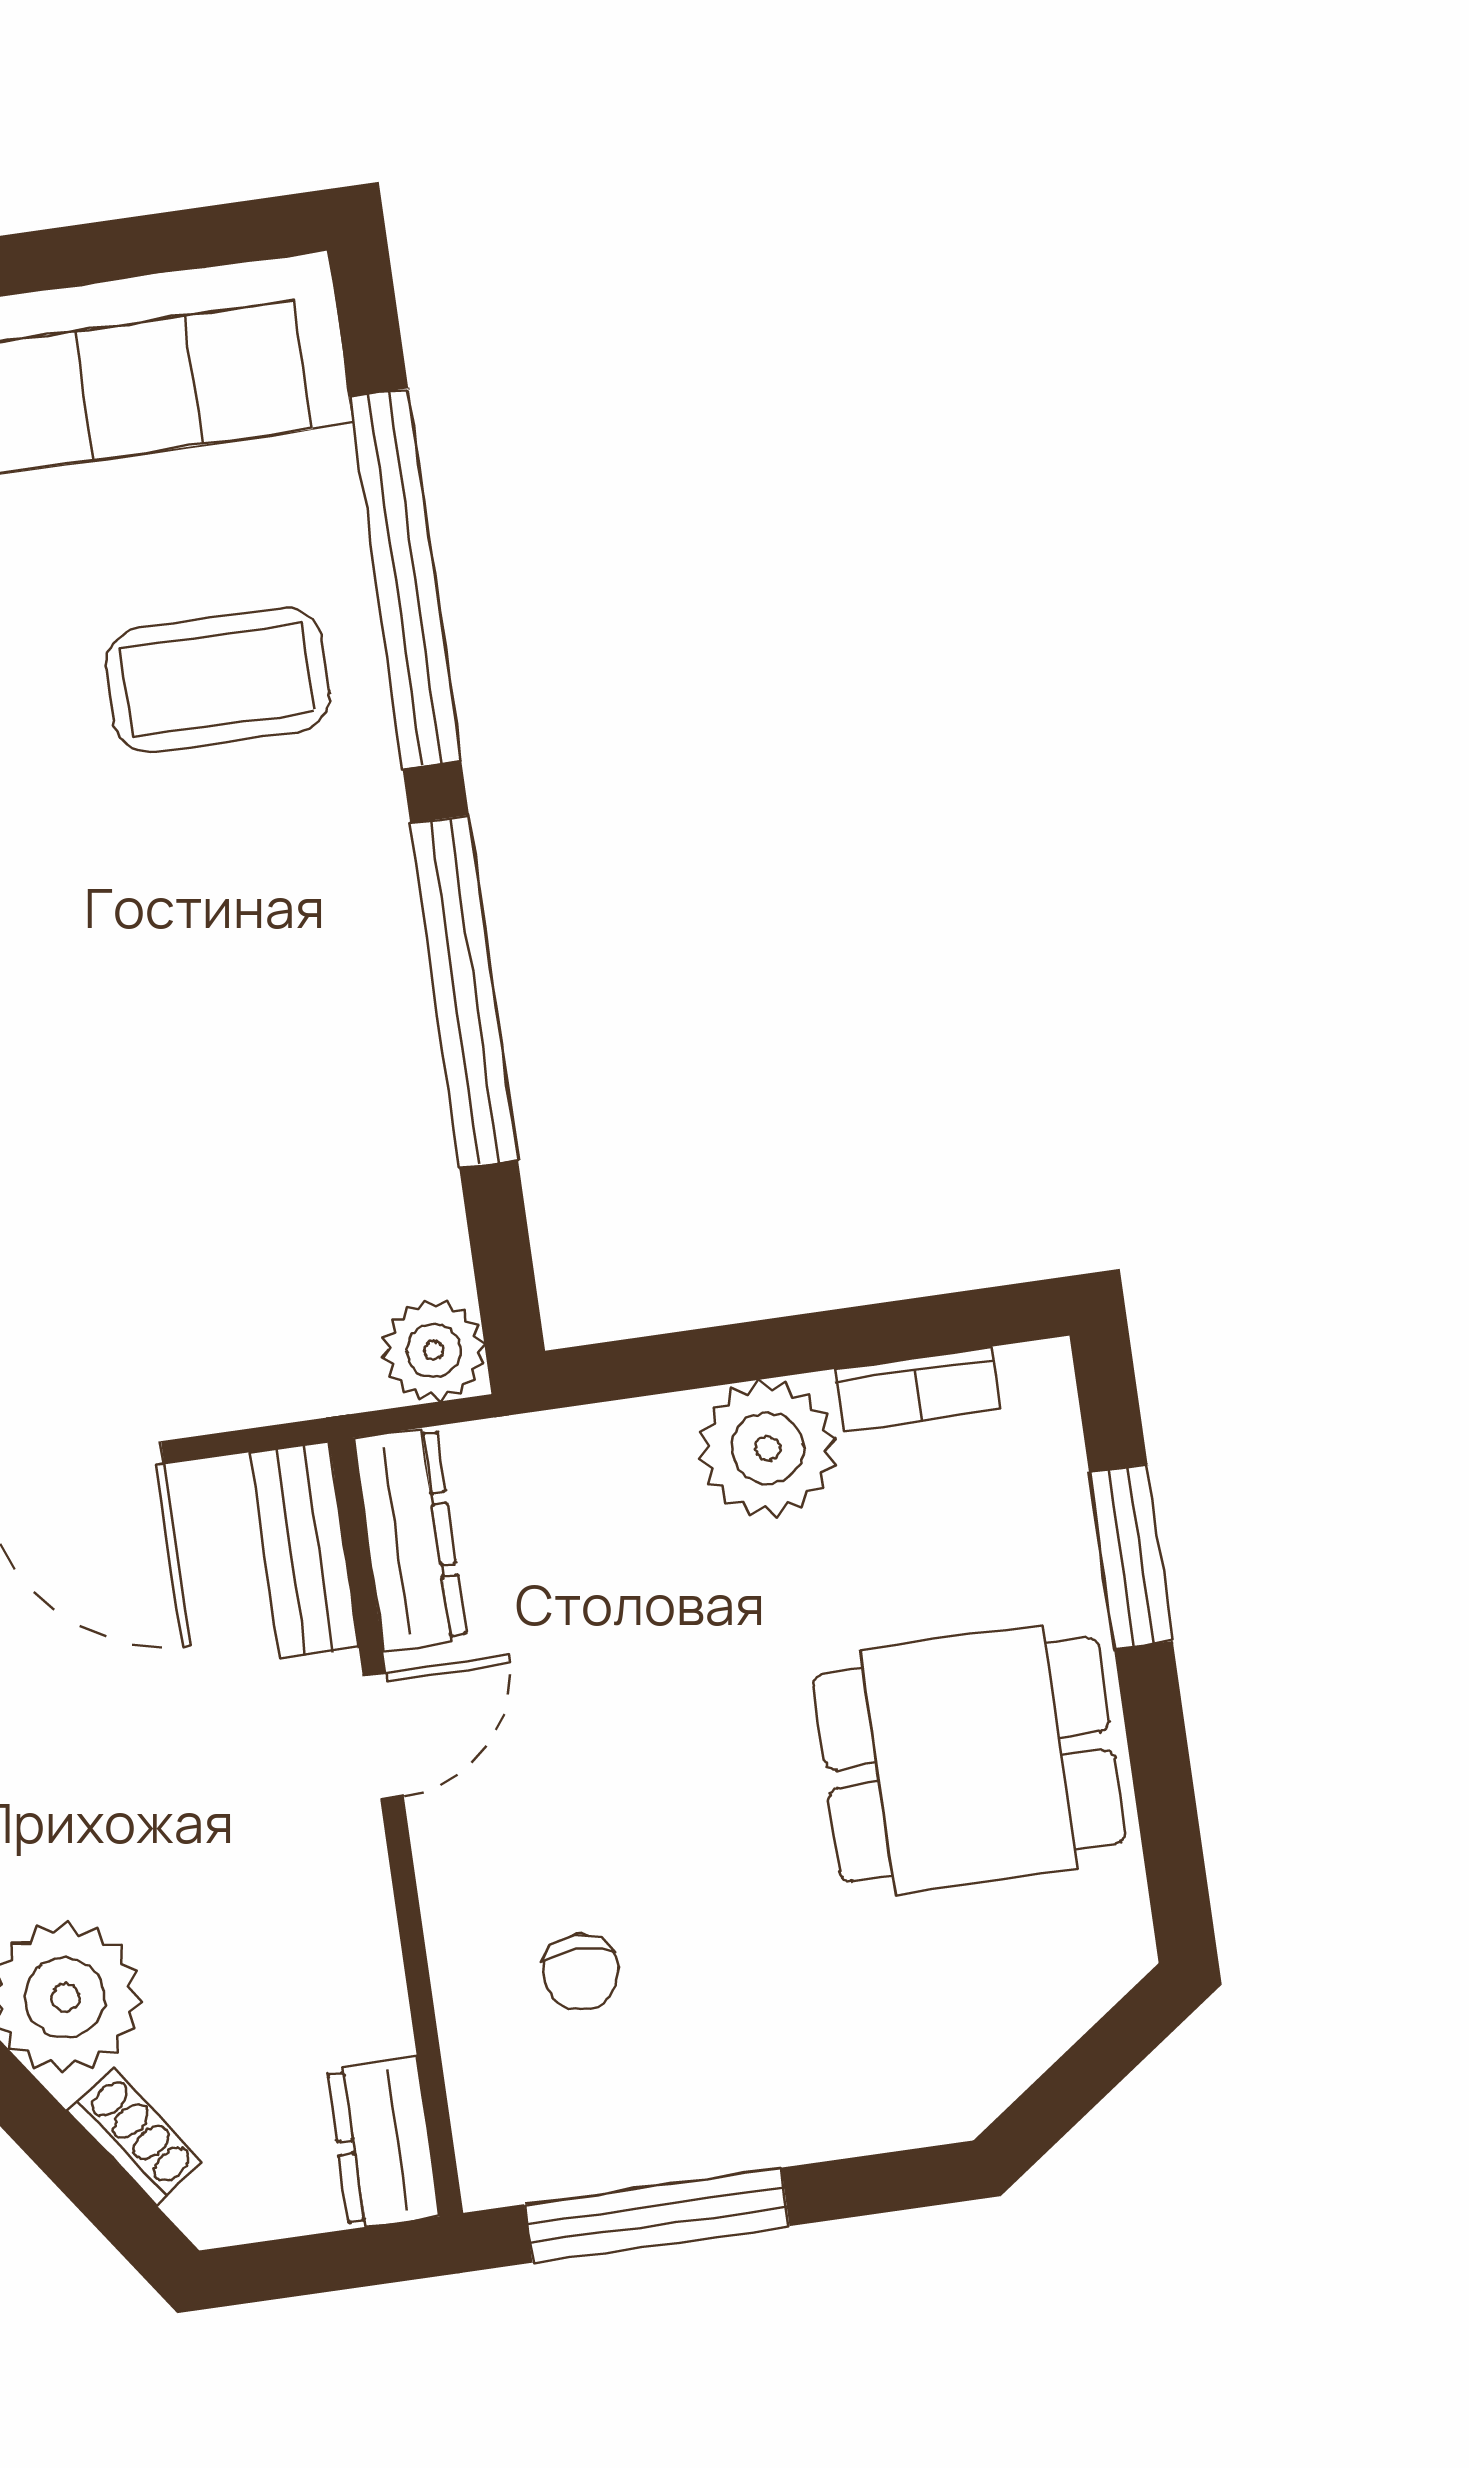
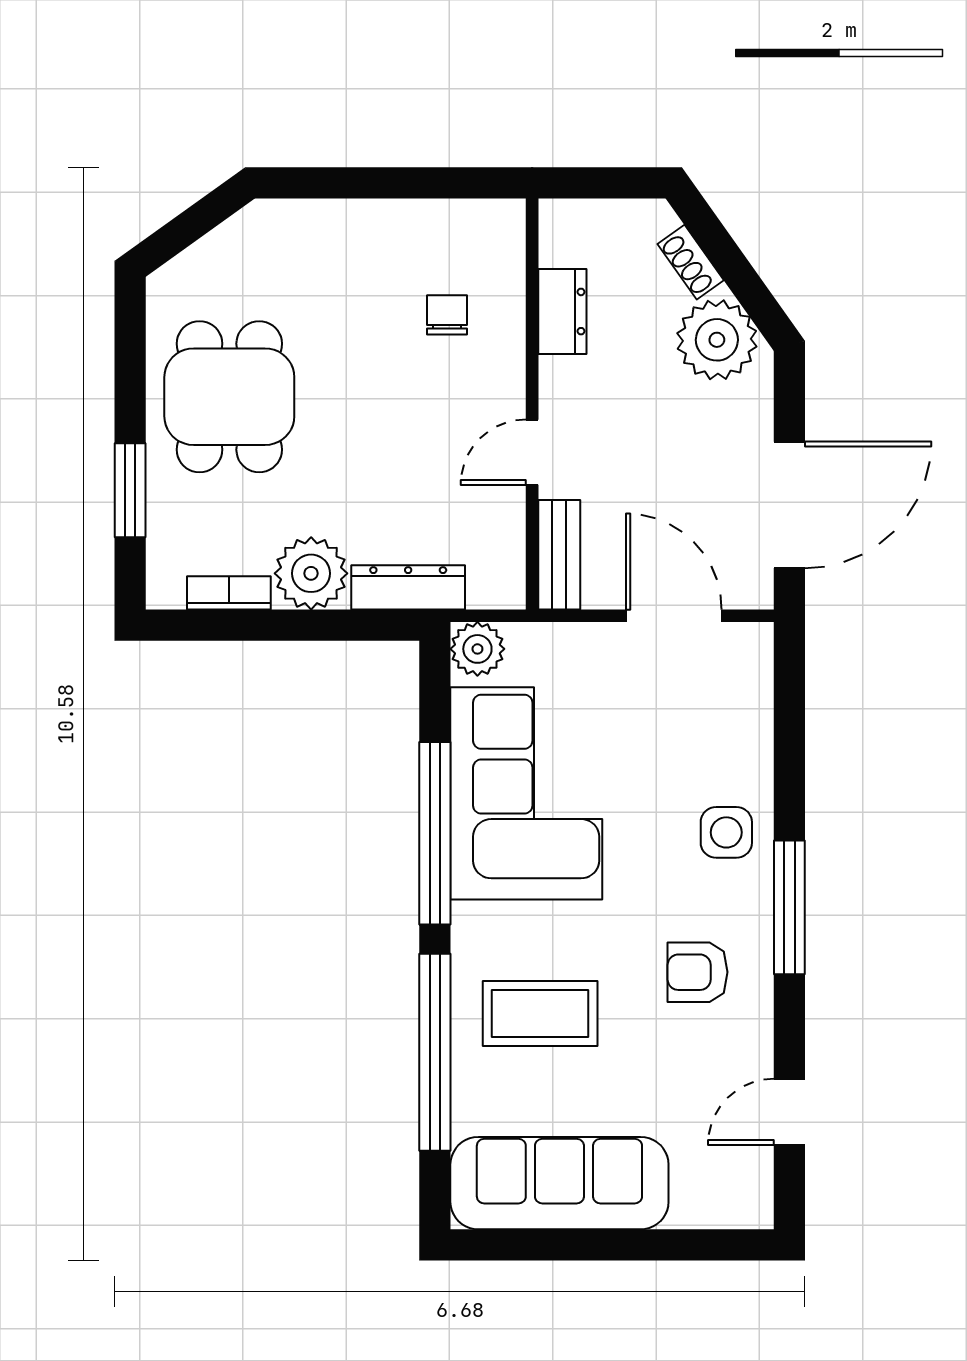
corner sofa: (303, 1091) -> (526, 793), added
dresser: (410, 1539) -> (408, 587), moved, turned 90
dining table: (969, 1759) -> (229, 397), turned 90
dresser: (383, 2142) -> (562, 312), moved
window: (657, 2215) -> (425, 183), removed

